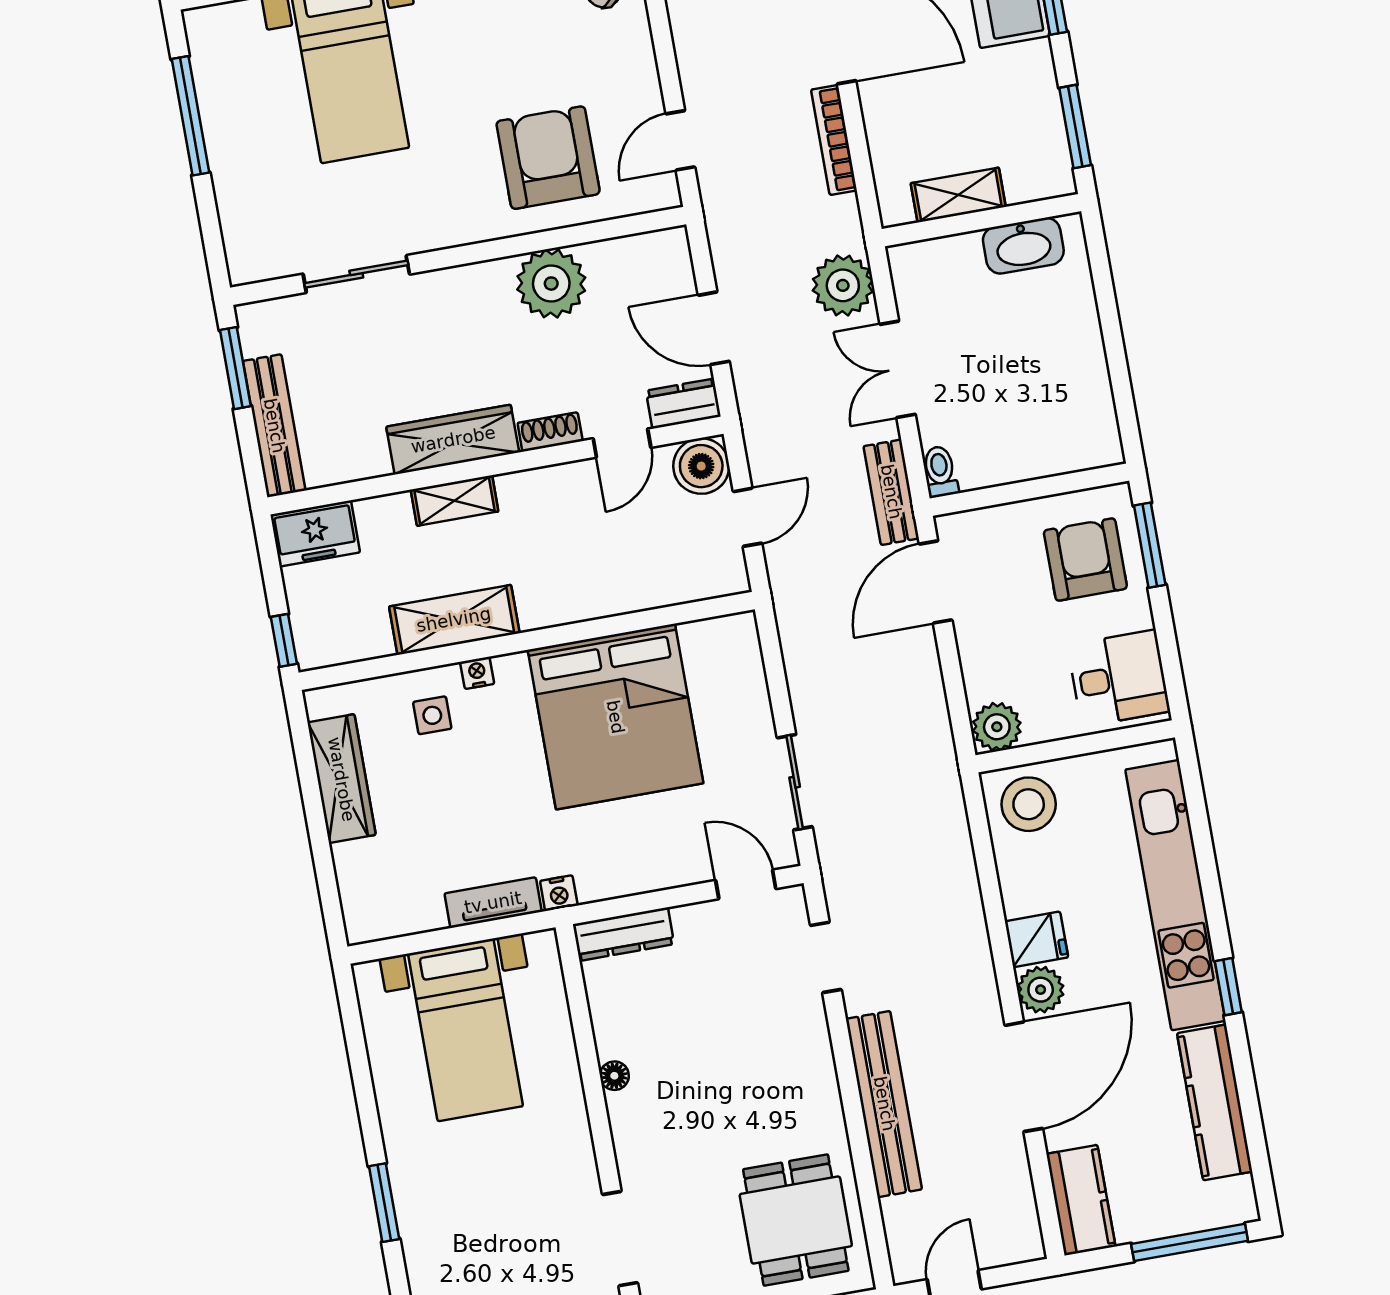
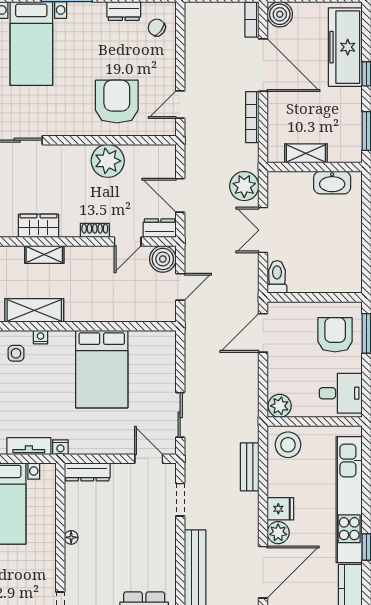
wardrobe: (453, 440) -> (38, 226), width x0.67
toilet: (940, 472) -> (277, 277), width x1.37, depth x1.39
bench: (891, 492) -> (250, 467), moved
bed: (615, 717) -> (102, 369), width x0.73

